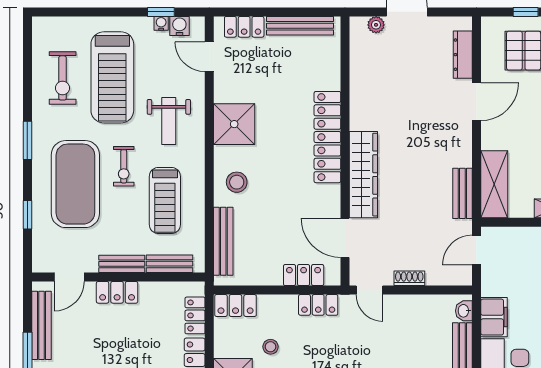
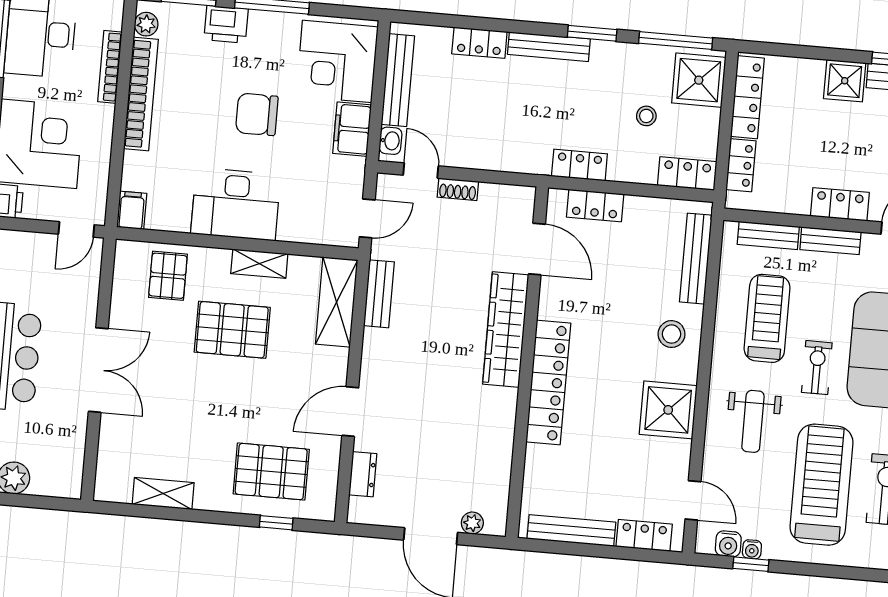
dresser: (463, 55) -> (363, 474), width x0.70
weight bench: (169, 121) -> (753, 421), turned 180
door: (369, 290) -> (421, 171), moved

